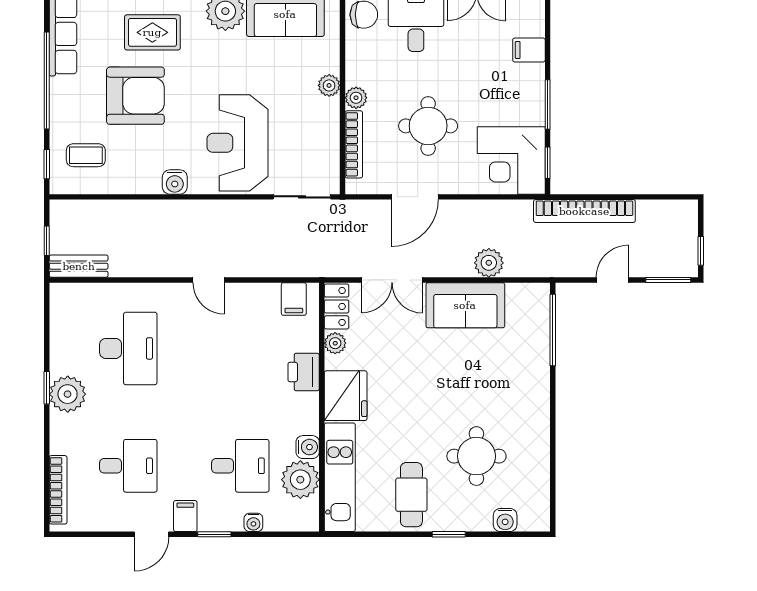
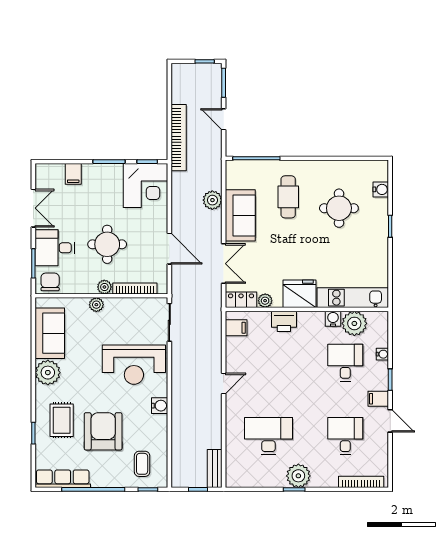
round table: (428, 126) -> (107, 244), moved
cafe table: (411, 495) -> (288, 197), moved, turned 90

